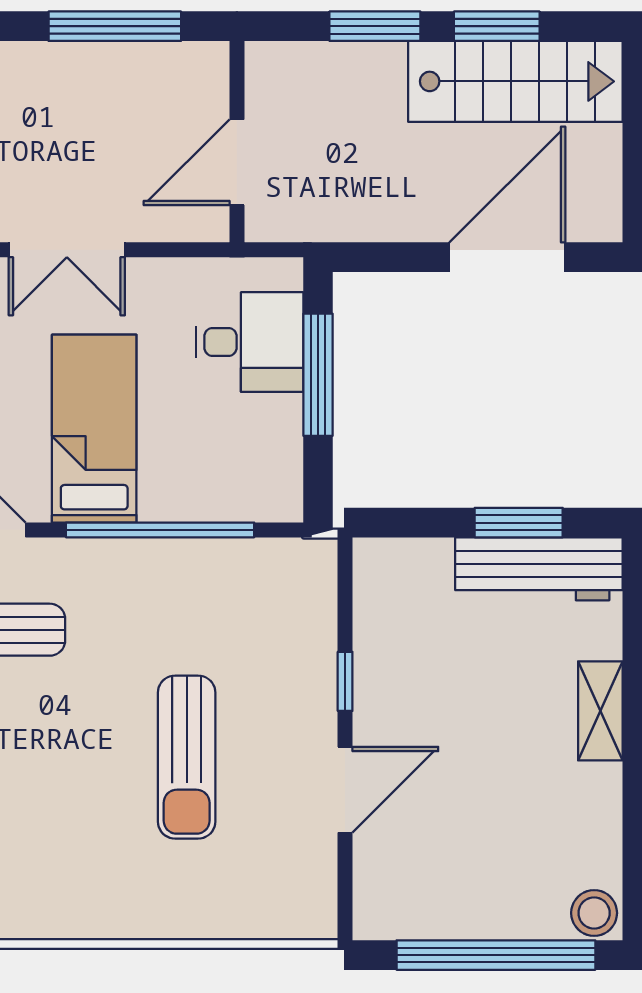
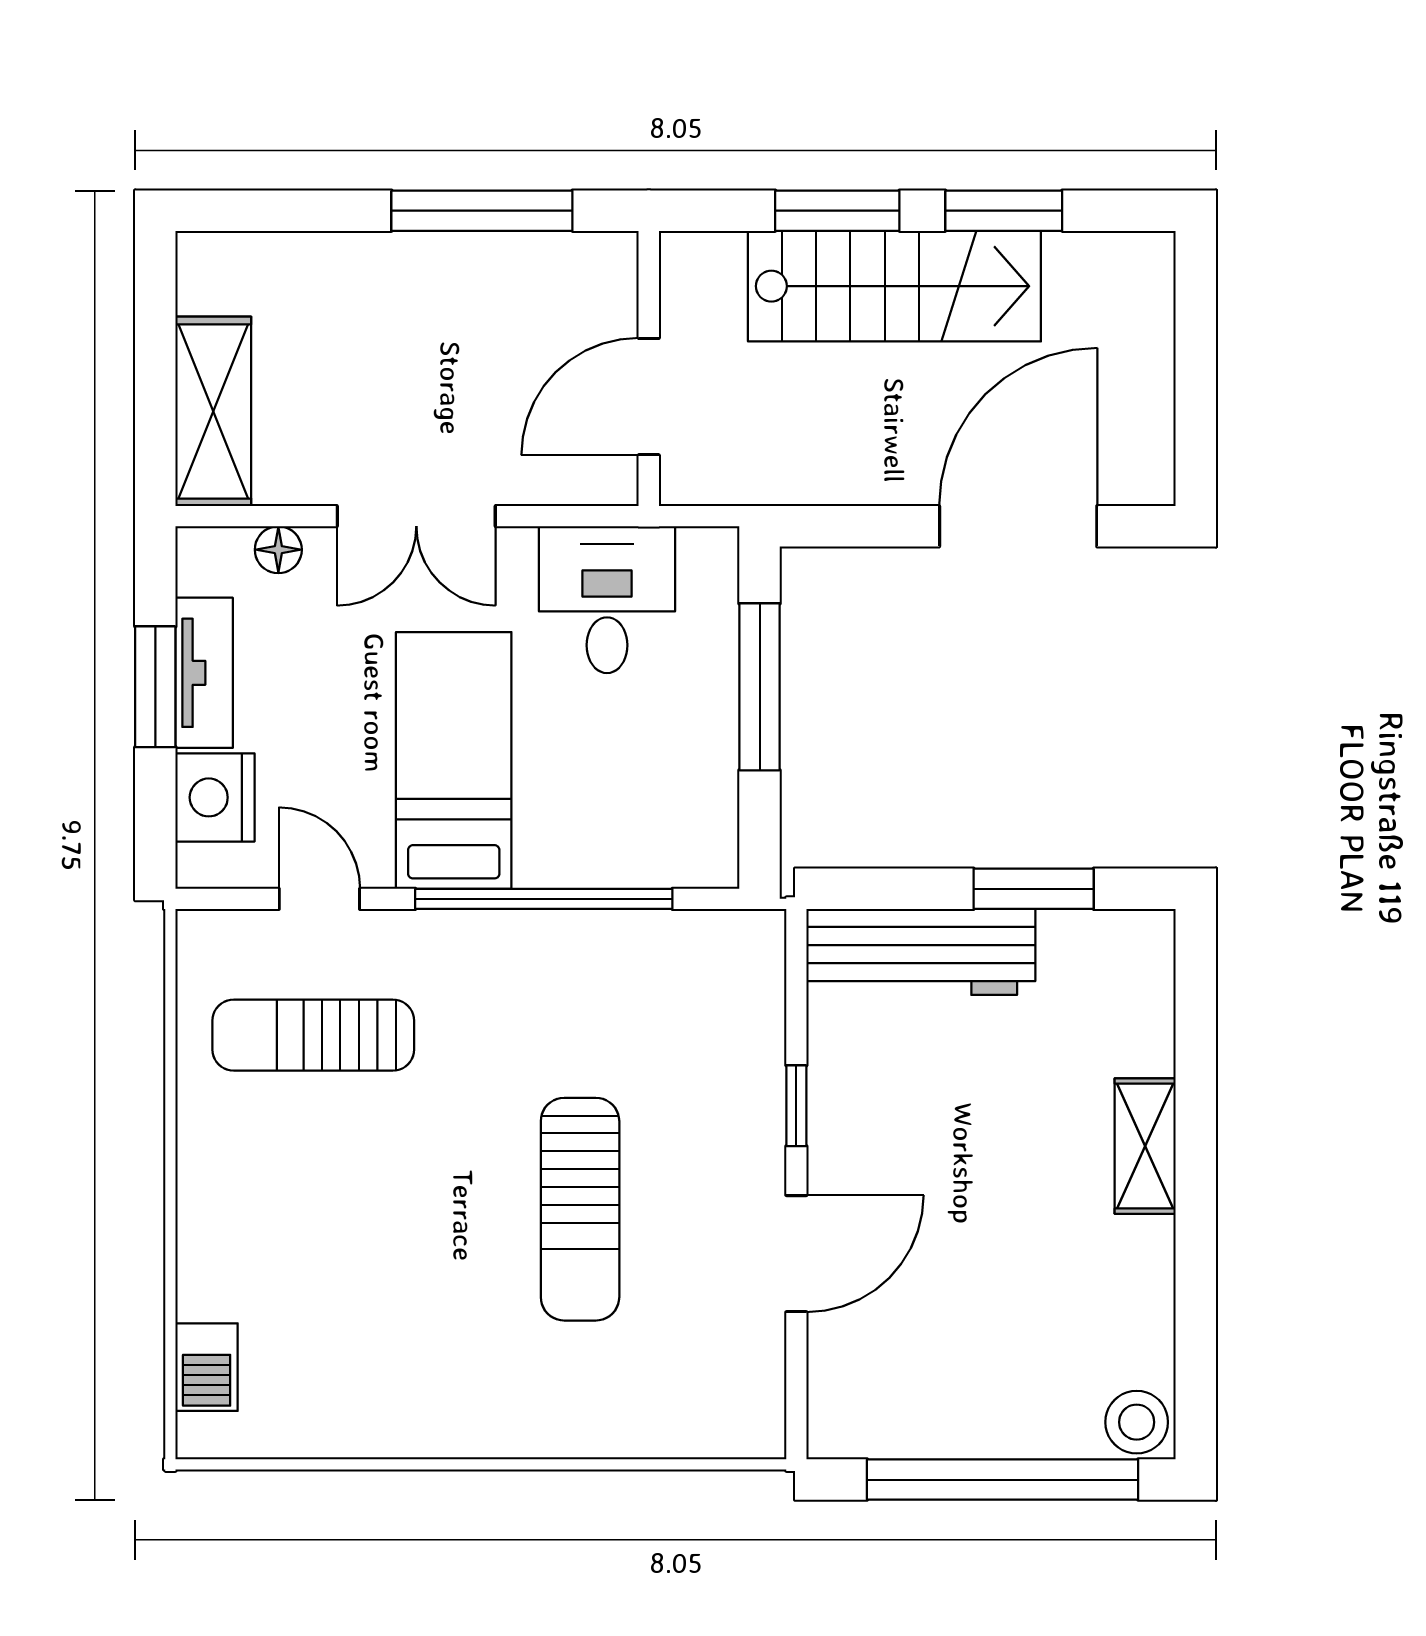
stairs: (515, 81) -> (894, 286), moved
desk: (250, 342) -> (607, 600), moved, turned -90
workbench: (539, 569) -> (921, 952), moved

